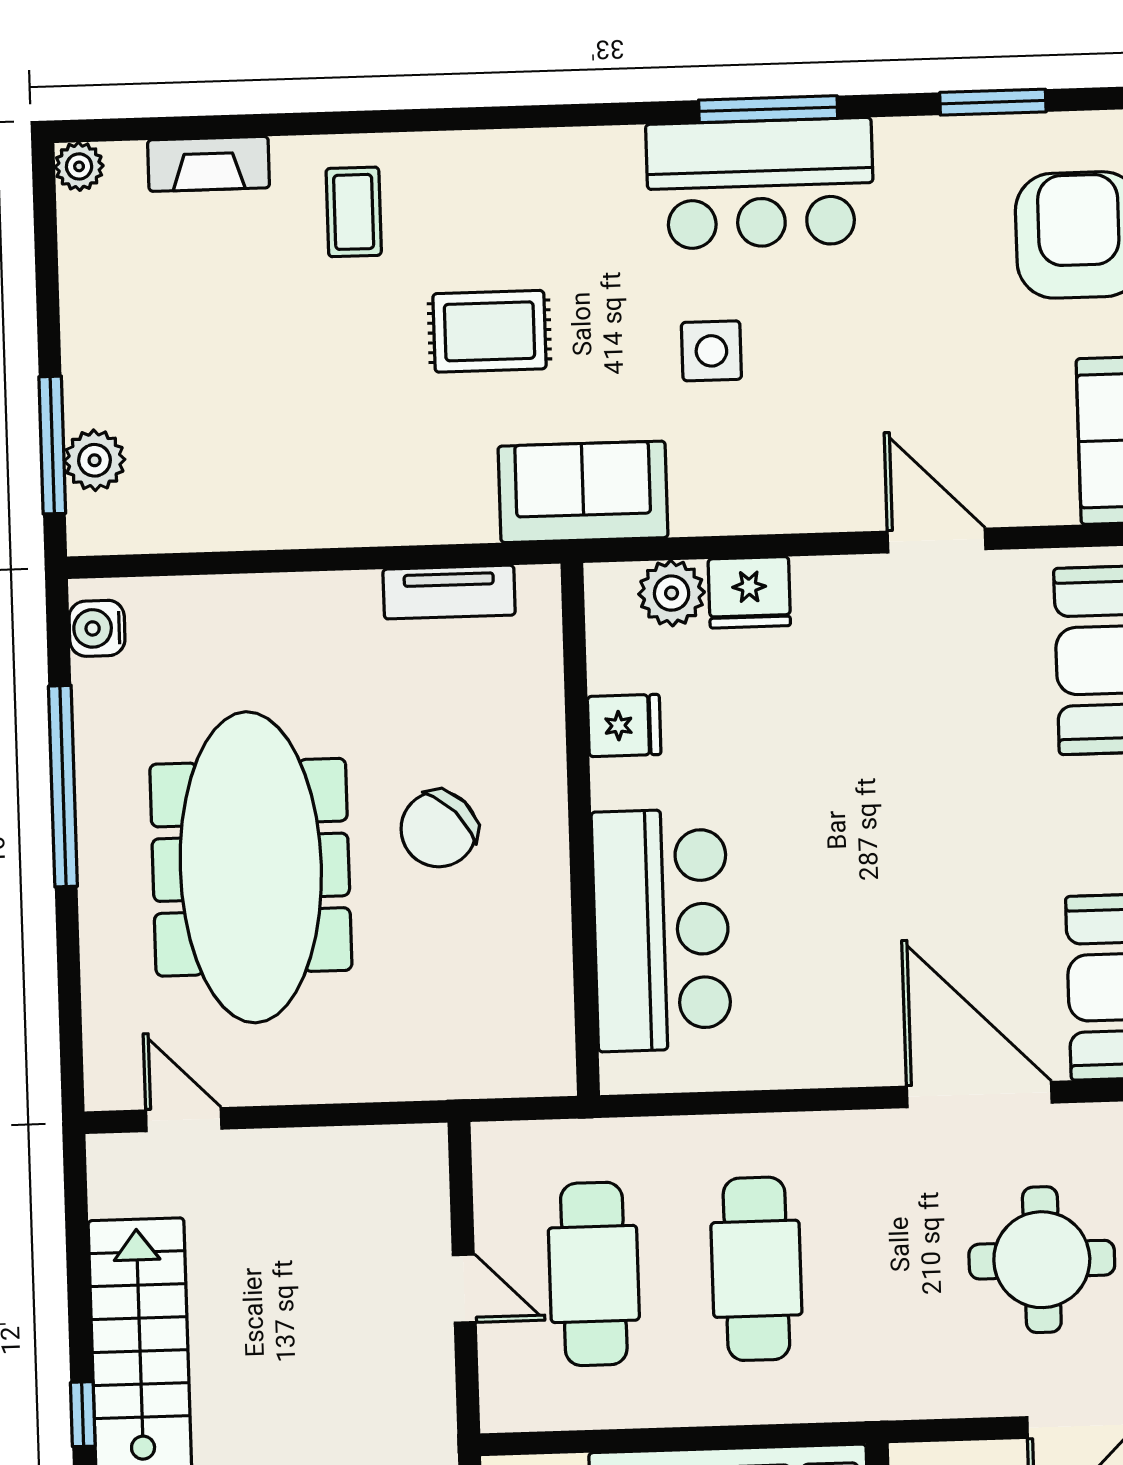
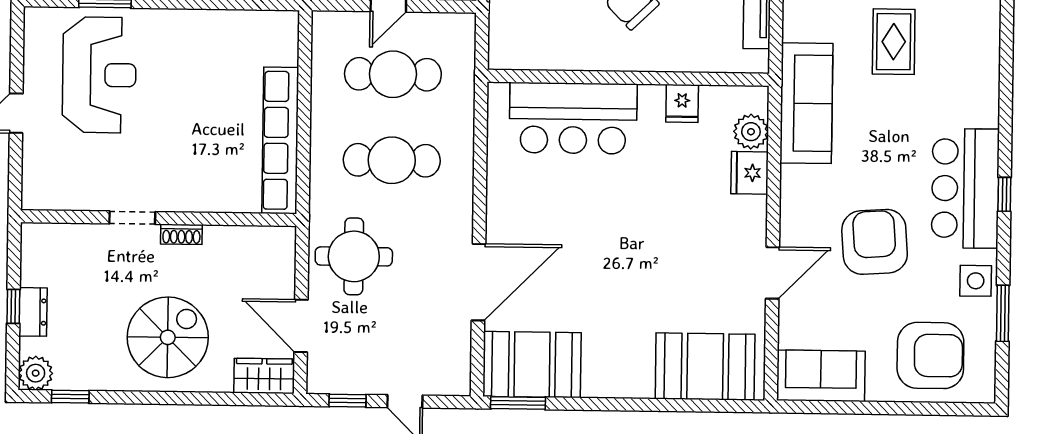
window: (768, 109) -> (1004, 194), width x0.46
armchair: (869, 350) -> (875, 242), added
side table: (711, 351) -> (976, 281), moved
sofa: (583, 492) -> (806, 103), width x1.36
round table: (1042, 1260) -> (354, 256), moved

